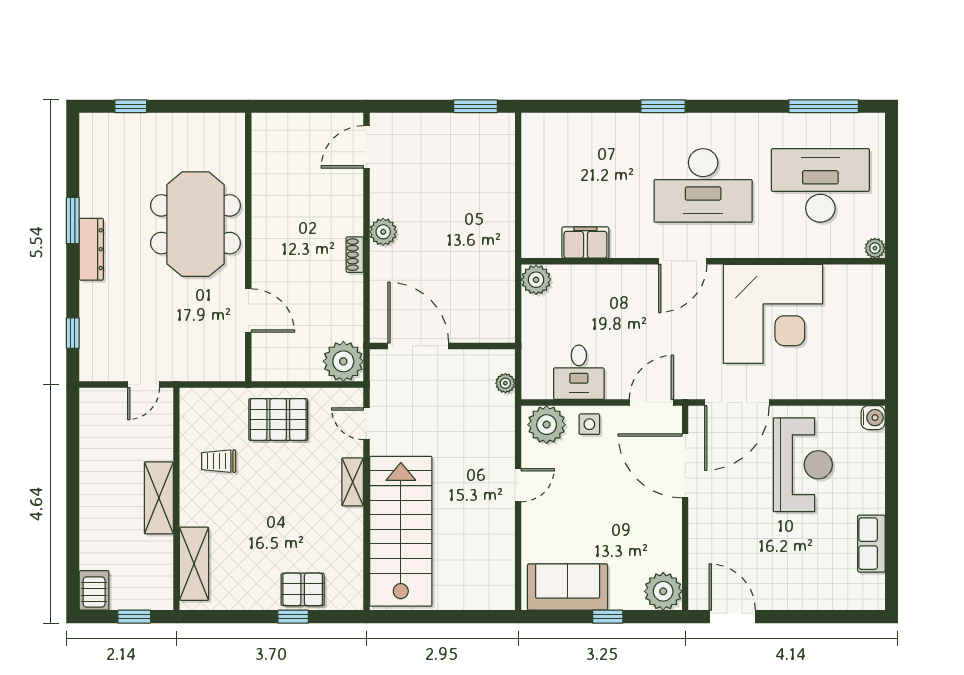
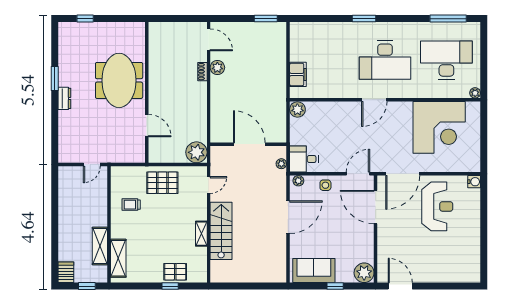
door: (366, 147) -> (209, 40), swing flipped
plant: (383, 232) -> (217, 68), moved
filing cabinet: (585, 243) -> (298, 74), moved, turned 90
dresser: (91, 249) -> (64, 98), width x0.70
shoe rack: (355, 255) -> (202, 72), moved
corner desk: (773, 314) -> (439, 127), moved
window: (73, 333) -> (55, 137), removed
door: (418, 346) -> (249, 144), moved
desk: (579, 372) -> (304, 159), moved, turned 90
door: (366, 424) -> (209, 185), swing flipped
plant: (547, 425) -> (298, 181), width x0.53, depth x0.53
shelving: (353, 482) -> (201, 234), moved
door: (518, 485) -> (288, 217), width x1.88
shelving: (159, 498) -> (100, 246), moved
stairs: (401, 531) -> (221, 231), width x0.73, depth x0.66
row of seats: (871, 544) -> (473, 248), removed

